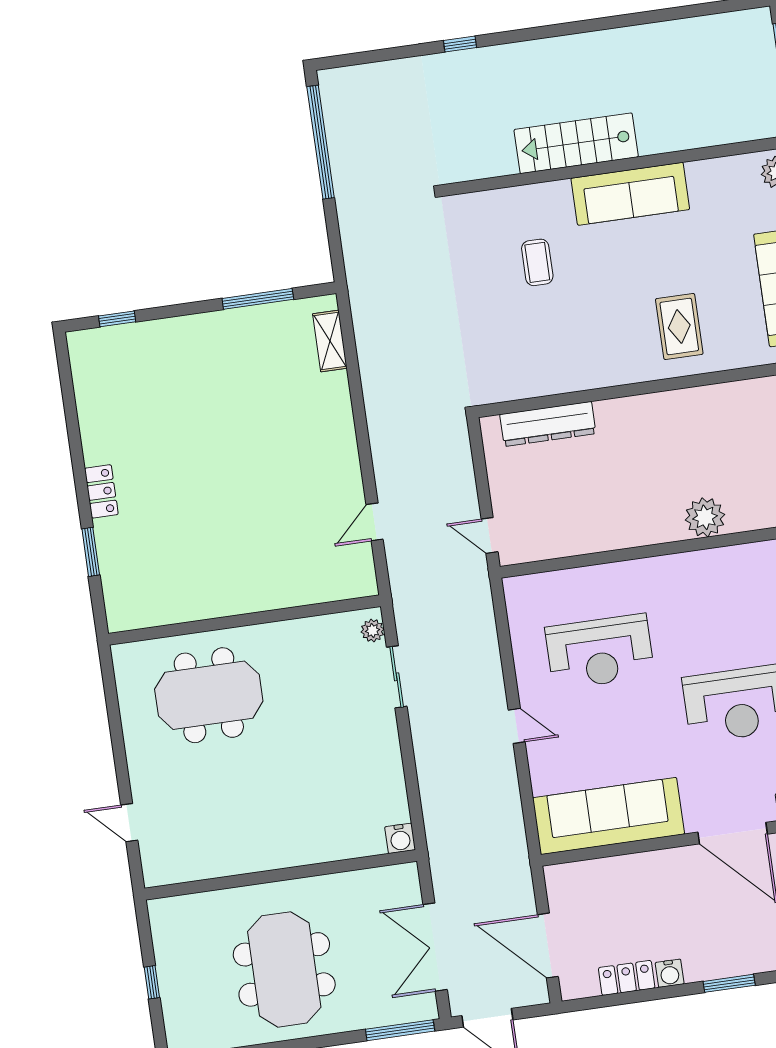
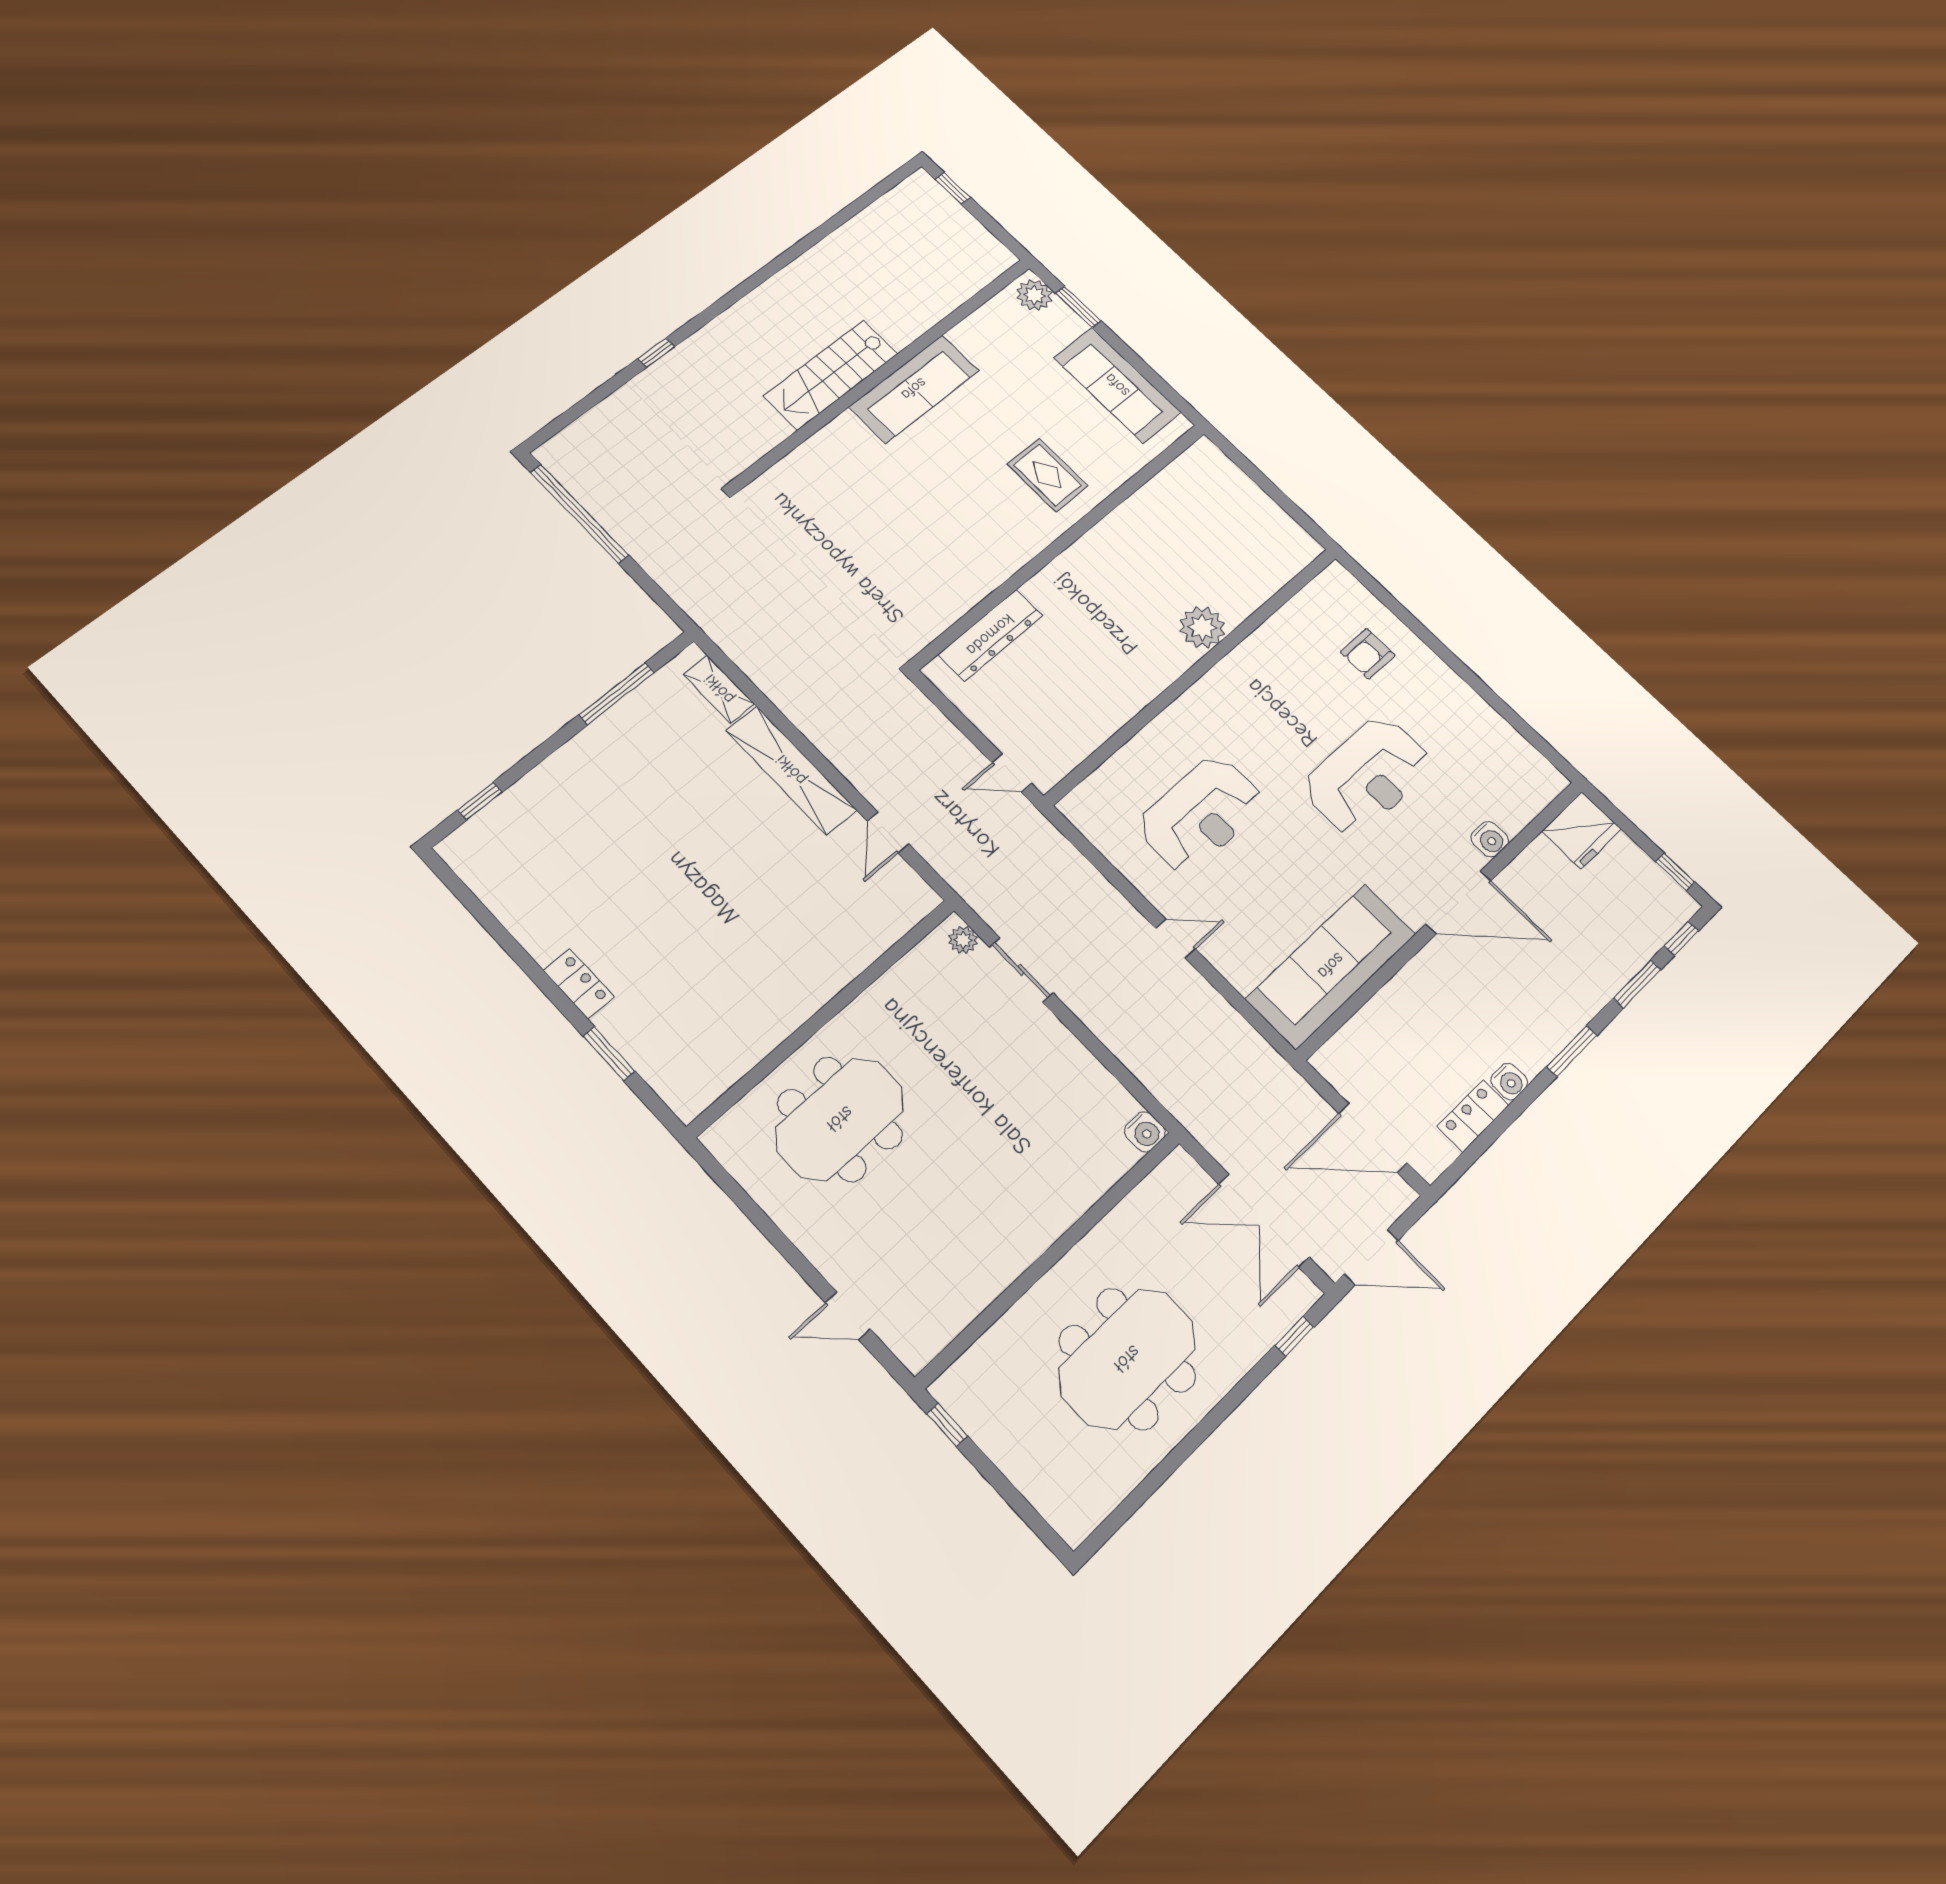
coffee table: (537, 262) -> (871, 498), removed
shelving: (339, 434) -> (791, 770), added
meeting table: (284, 969) -> (1127, 1359), turned 90
window: (152, 982) -> (947, 1425), moved
window: (400, 1030) -> (1294, 1336), width x0.46

